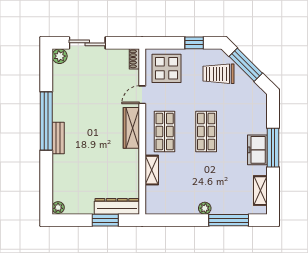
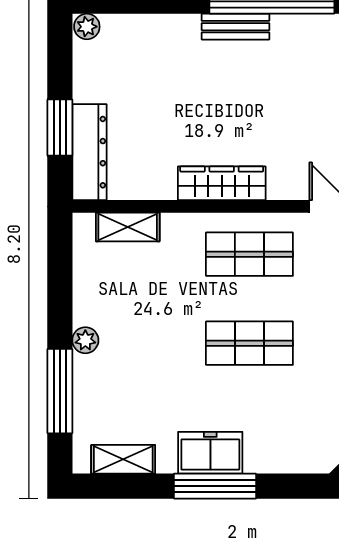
wardrobe: (131, 128) -> (222, 183), moved
shelving: (152, 170) -> (128, 227), moved

